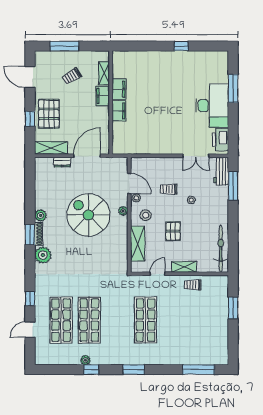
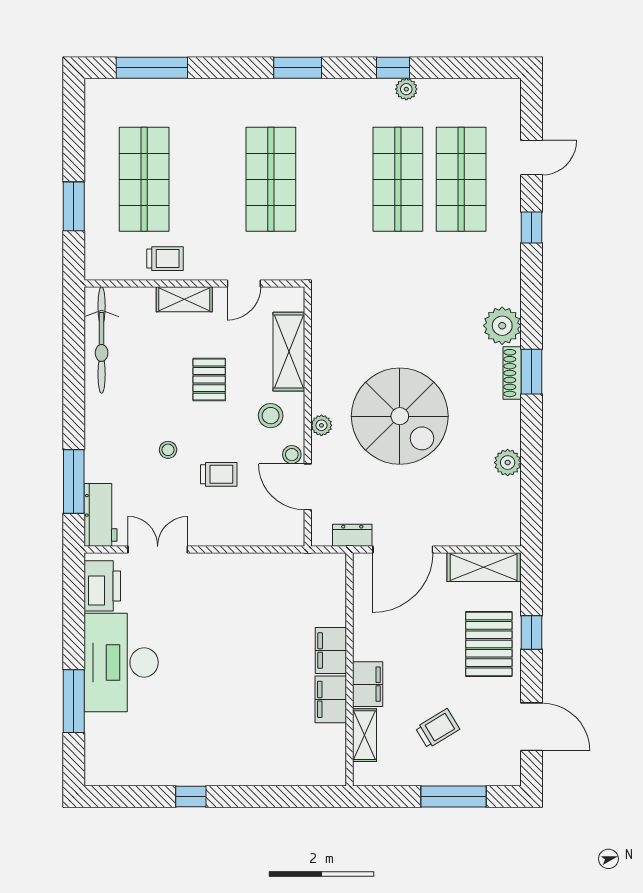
dresser: (62, 162) -> (352, 535), moved
plant: (40, 215) -> (508, 463), moved
shop shelf: (202, 320) -> (144, 179), added

